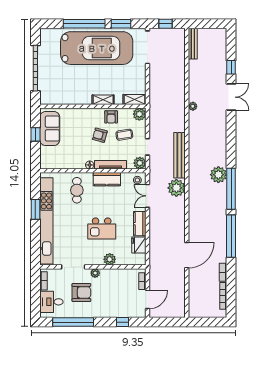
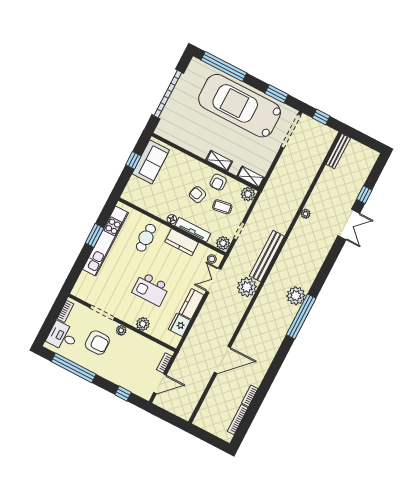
window: (84, 24) -> (224, 67), moved
car: (97, 48) -> (240, 106), turned 180
kitchen unit: (46, 221) -> (105, 241), width x0.73
window: (231, 236) -> (277, 364), removed

